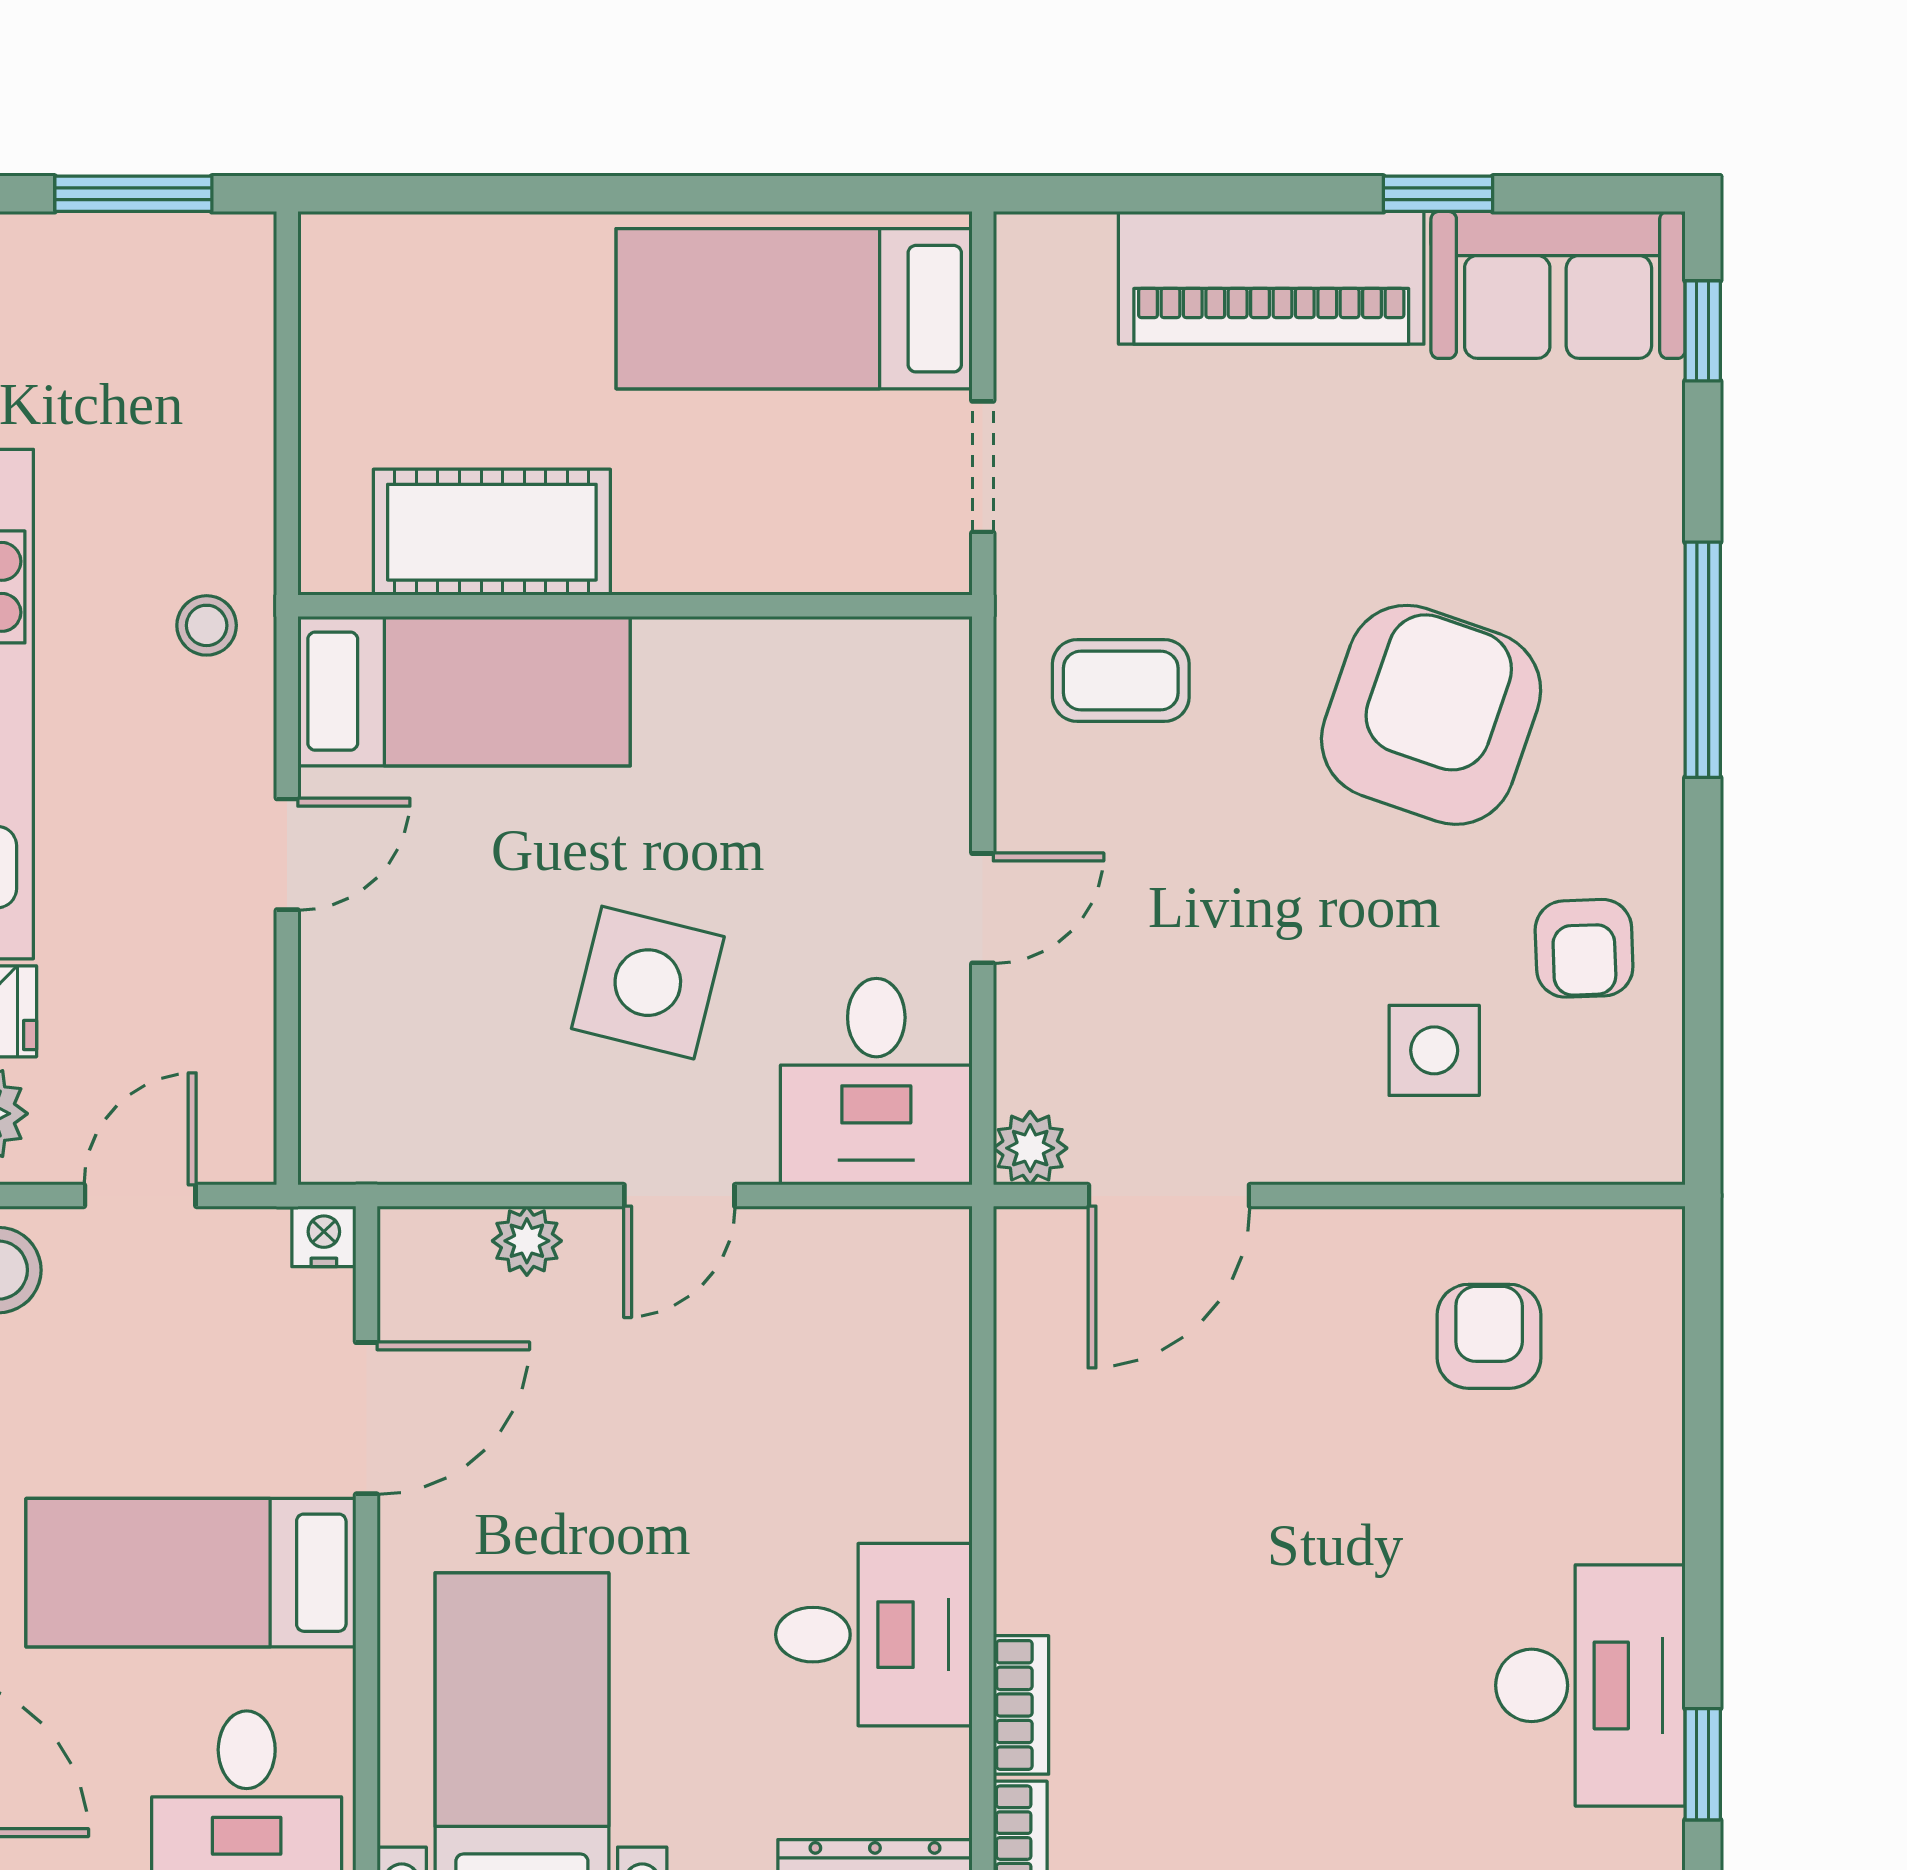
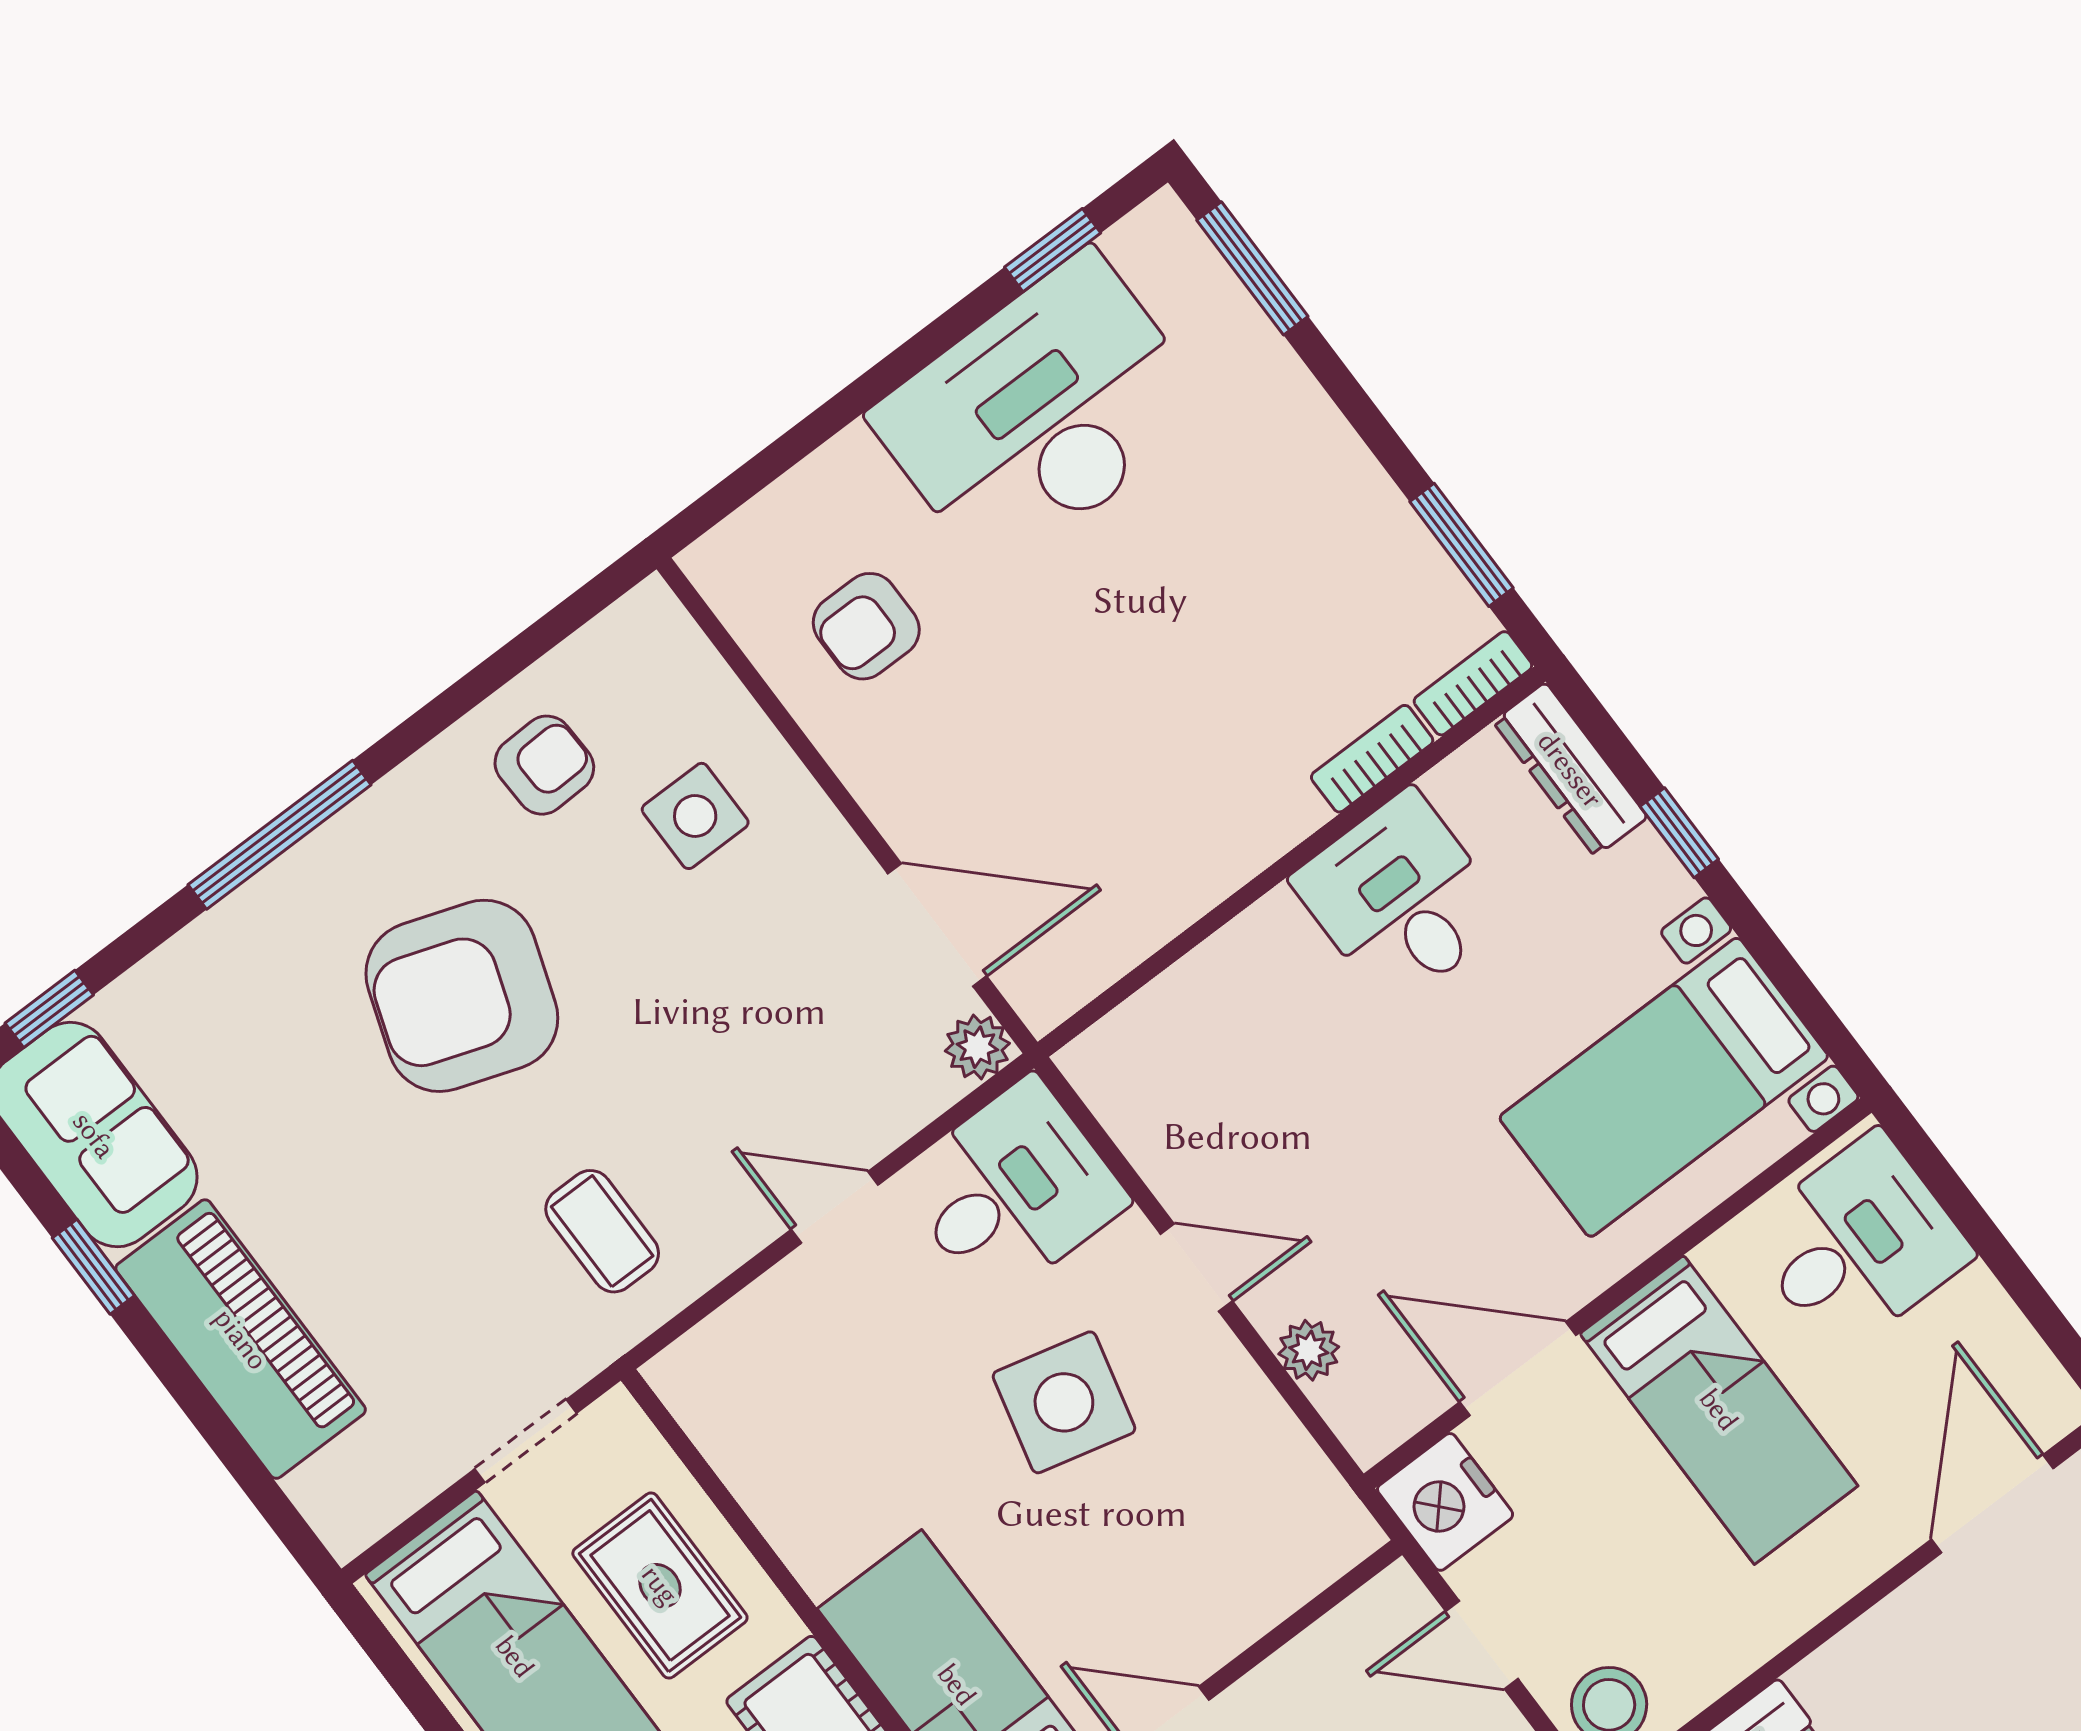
rug: (759, 490) -> (660, 1585), added
nightstand: (324, 1236) -> (1445, 1502), width x1.89, depth x1.79
desk: (1590, 1685) -> (1041, 414), width x1.36, depth x1.30

